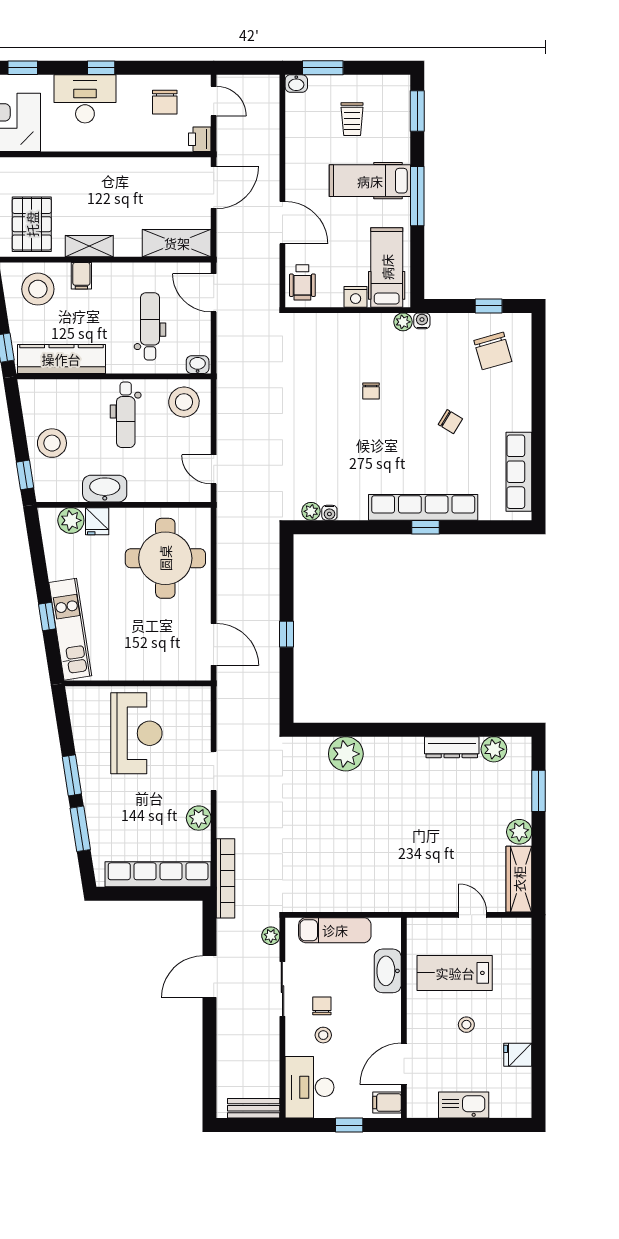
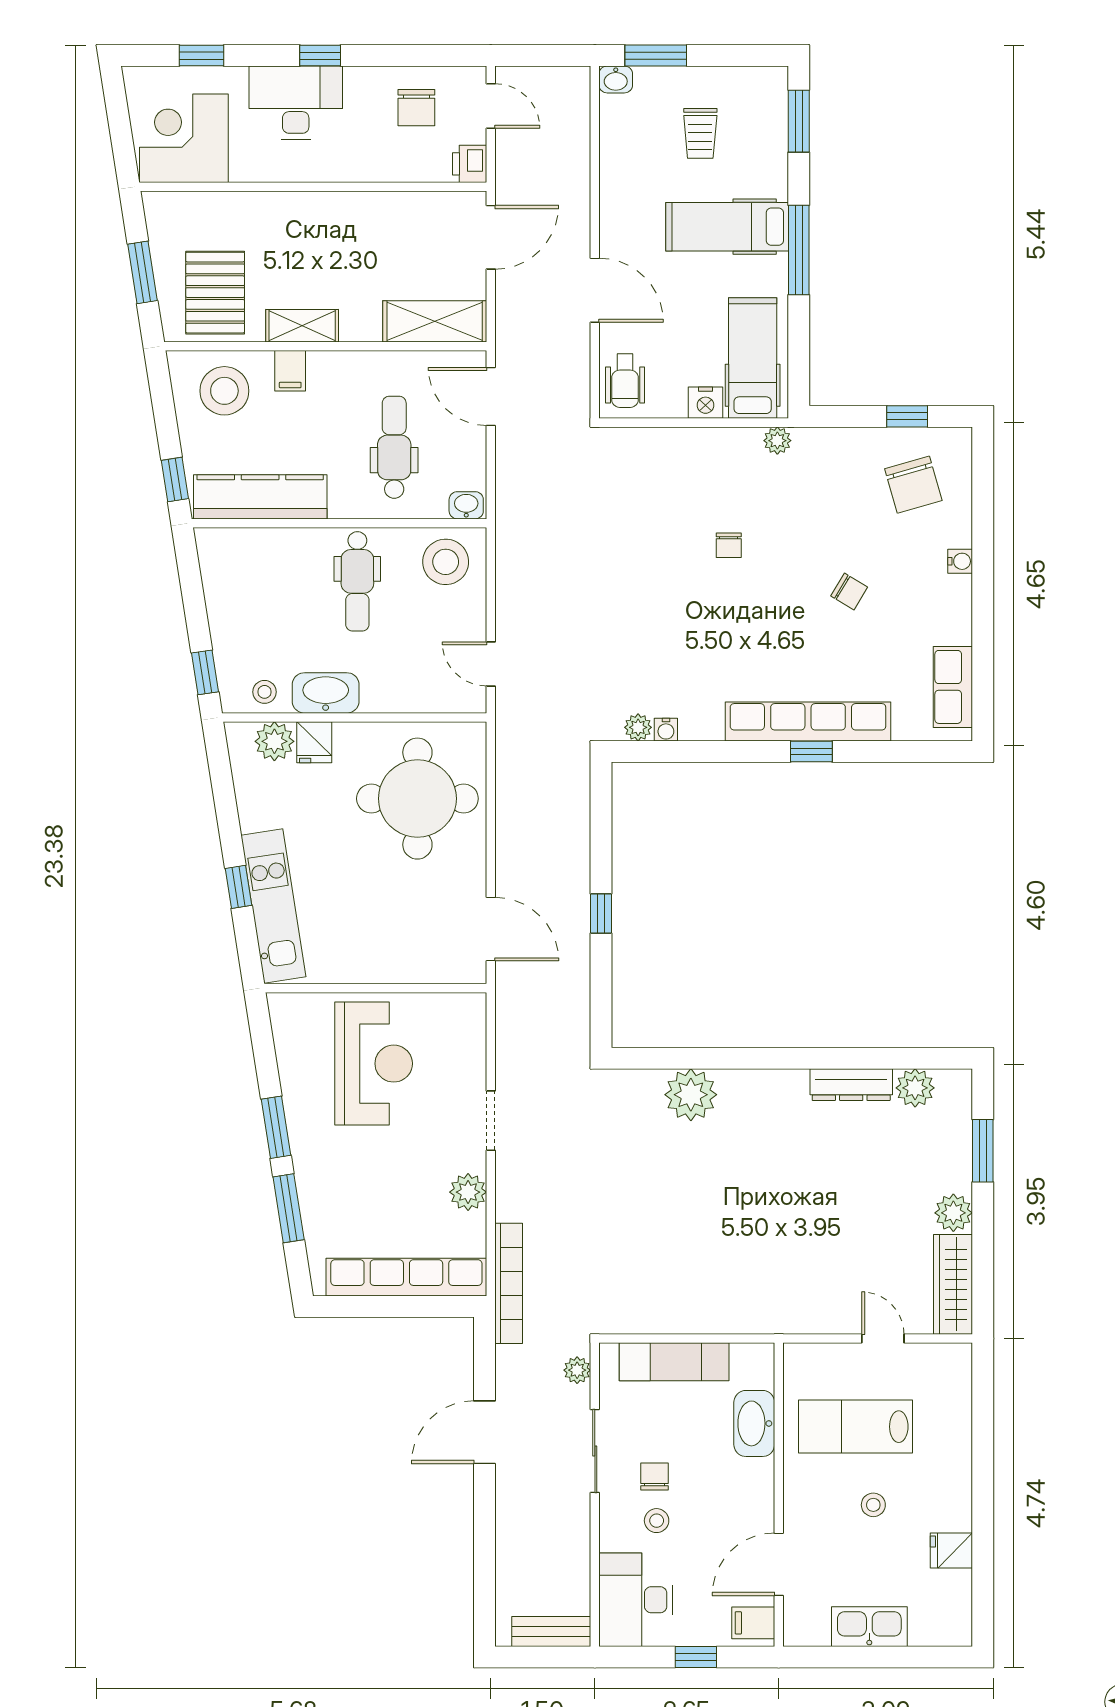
water cooler: (422, 321) -> (960, 561), moved, turned 90
stool: (52, 443) -> (265, 692), moved, width x0.53, depth x0.53
row of seats: (519, 472) -> (953, 687), width x0.68

